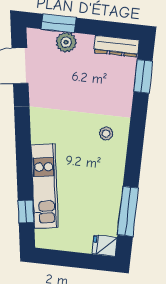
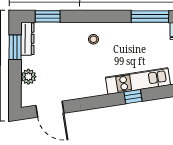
window: (59, 23) -> (15, 47), moved
window: (26, 212) -> (133, 97), moved

